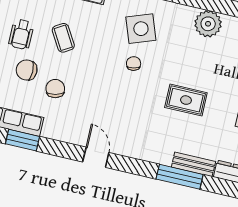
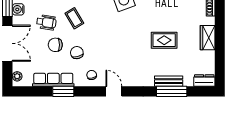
wheelchair: (21, 34) -> (46, 22), turned -81
chair: (134, 64) -> (92, 75), moved
bench: (193, 164) -> (169, 81), moved

